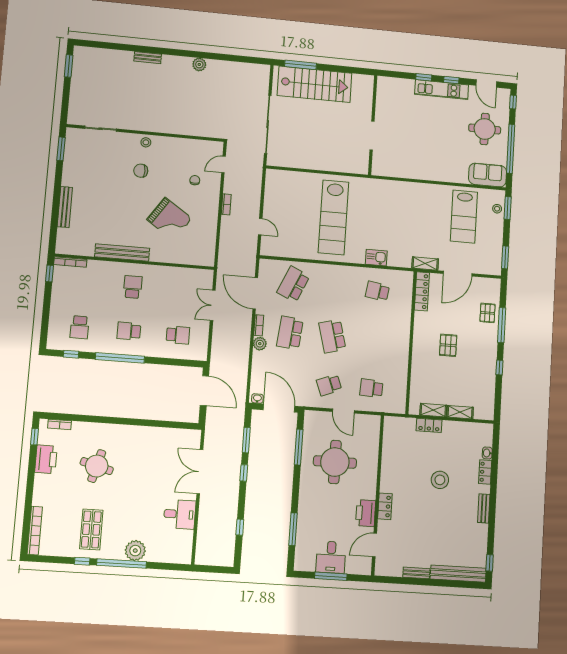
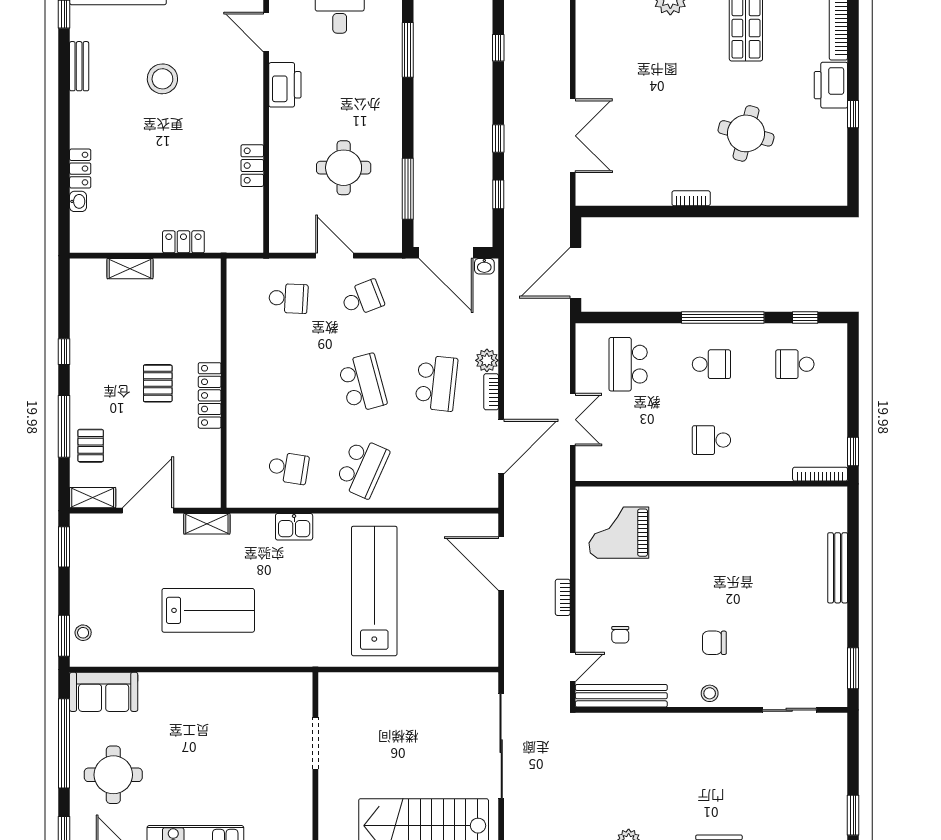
chair: (141, 171) -> (714, 643), turned 180
lab bench: (464, 217) -> (208, 610), moved, turned 90
grand piano: (169, 219) -> (619, 533), moved, turned -34
door: (260, 227) -> (501, 564), width x1.87
bench: (122, 252) -> (621, 696), moved
school desk: (293, 284) -> (362, 468), moved
school desk: (133, 287) -> (711, 440), turned 90
locker: (422, 291) -> (210, 395), moved
door: (255, 293) -> (501, 447), hinge flipped
school desk: (80, 327) -> (795, 364), turned -90
school desk: (178, 335) -> (628, 364), width x1.85
door: (204, 391) -> (576, 273), hinge flipped
shelving: (433, 410) -> (93, 498), moved
bookcase: (60, 424) -> (691, 198), moved
window: (35, 437) -> (853, 114), moved
window: (246, 440) -> (498, 194), width x0.67
printer: (46, 459) -> (831, 85), moved
round table: (335, 462) -> (344, 168), width x0.73, depth x0.73
stool: (440, 480) -> (162, 79), moved
locker: (385, 506) -> (252, 166), moved
bench: (484, 508) -> (79, 66), moved
desk: (180, 514) -> (601, 63), removed
door: (374, 545) -> (266, 32), swing flipped

